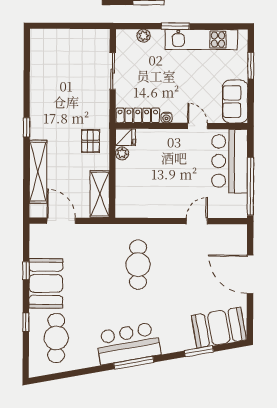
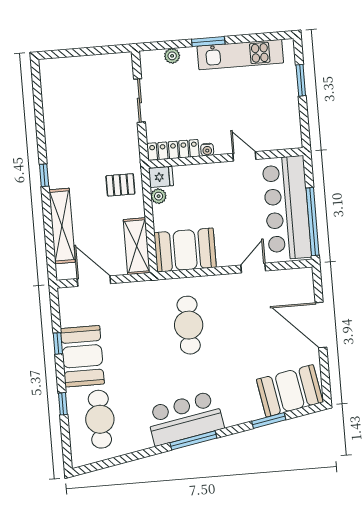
sofa: (235, 101) -> (286, 124), removed
pallet: (90, 141) -> (120, 185), turned 90
bar counter: (230, 161) -> (287, 208), width x1.36
booth: (140, 201) -> (185, 250), added

